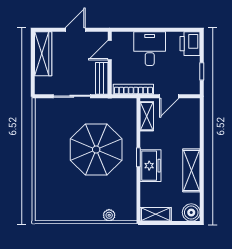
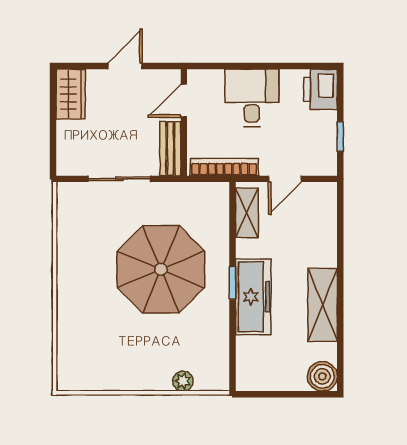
wardrobe: (43, 54) -> (71, 94), width x0.67
freezer: (151, 166) -> (253, 297), width x1.40
shelving: (156, 214) -> (262, 379), removed

